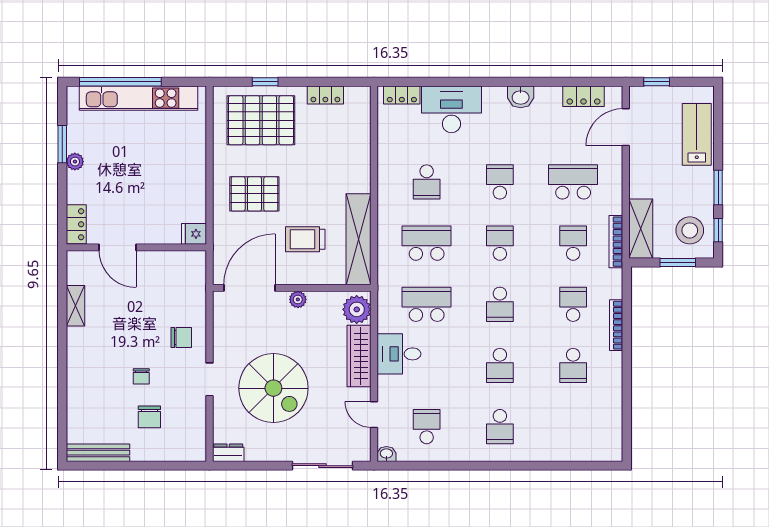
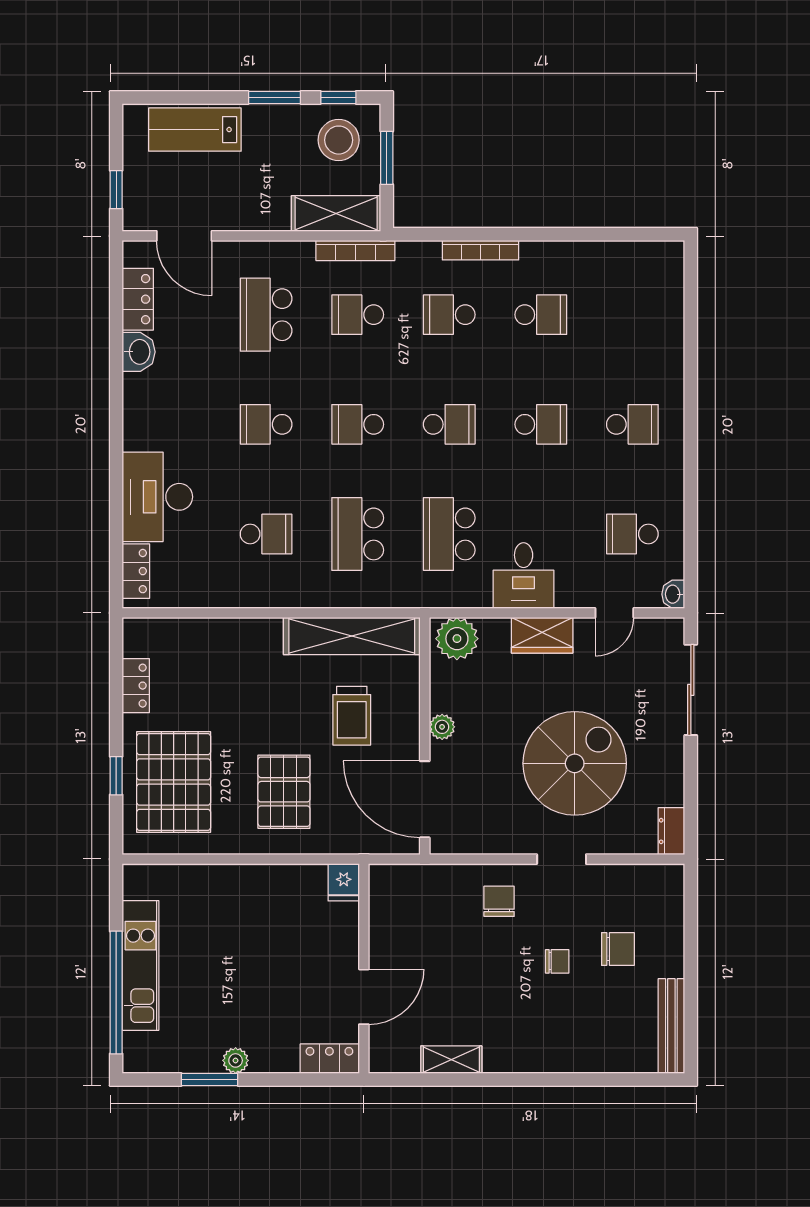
washbasin: (521, 97) -> (139, 352), moved
kitchen unit: (138, 98) -> (140, 965), width x0.73
wardrobe: (359, 356) -> (542, 635), width x0.67

